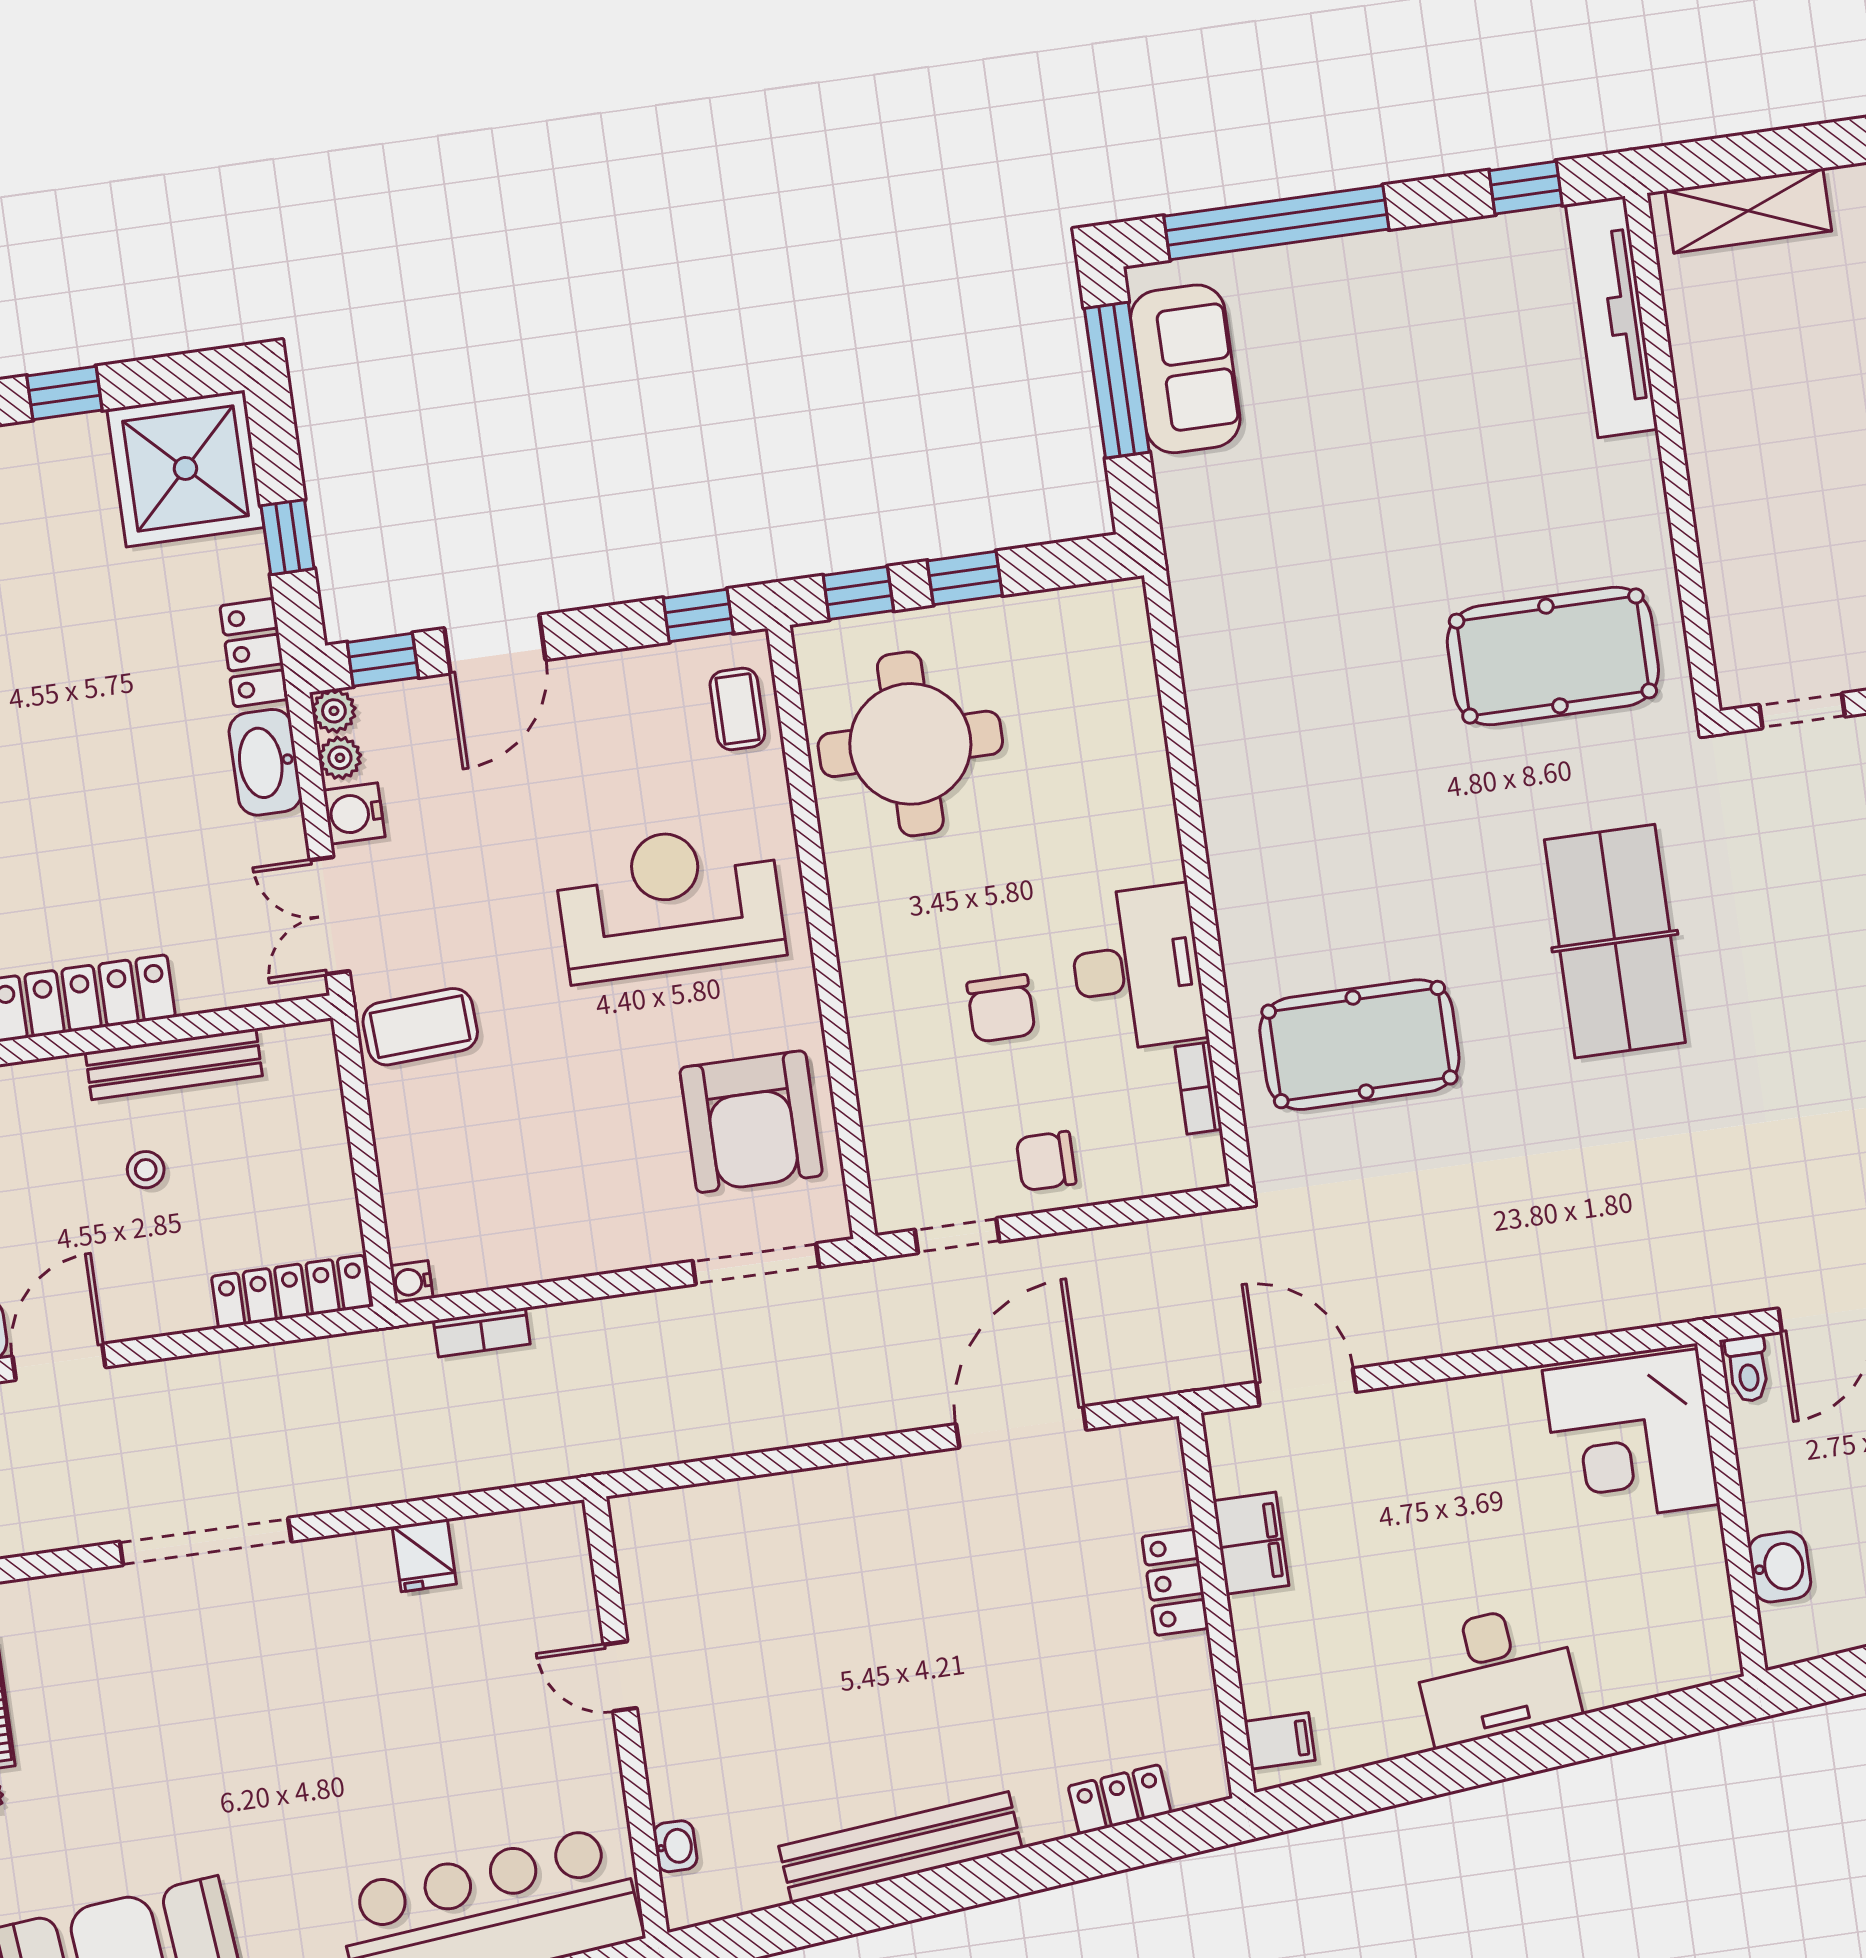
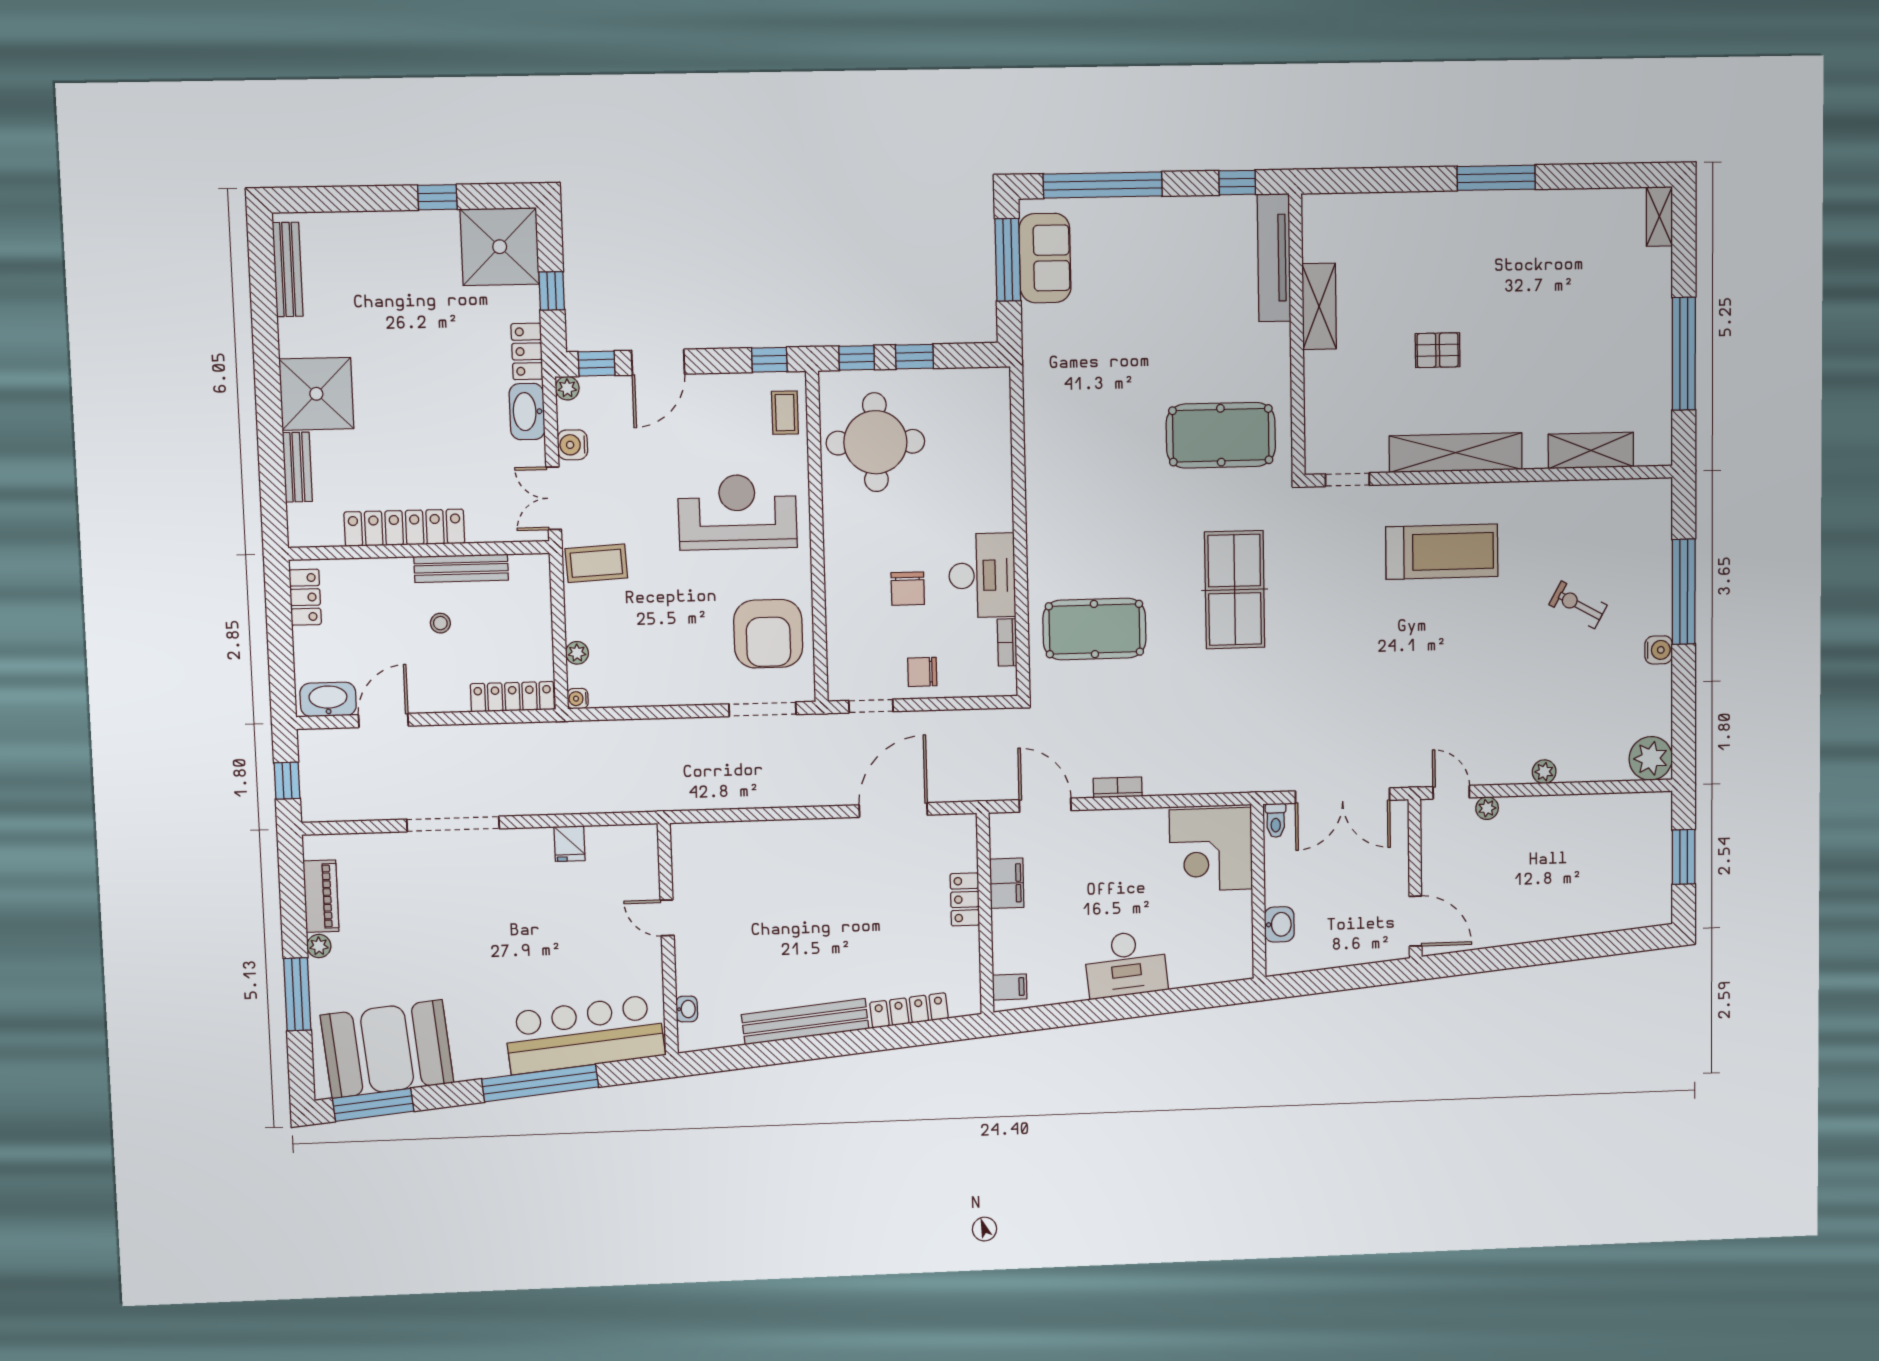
shelving: (1748, 211) -> (1319, 306), moved, turned 90
plant: (340, 758) -> (577, 653), moved
bookcase: (482, 1332) -> (1118, 787), moved, turned 180
locker: (1120, 1799) -> (909, 1010), width x1.53

